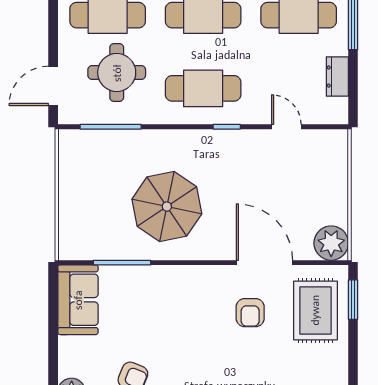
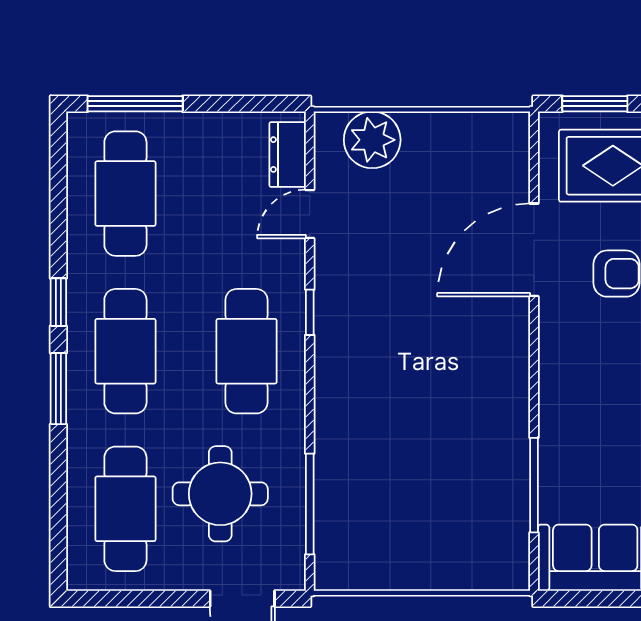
dresser: (337, 77) -> (288, 155), moved, turned 90
parasol: (167, 206) -> (441, 411), removed
plant: (331, 243) -> (372, 140), moved

